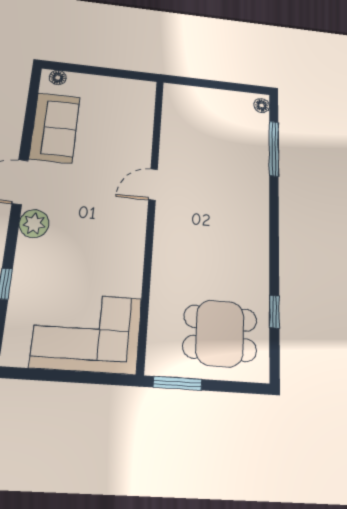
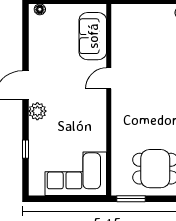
sofa: (55, 128) -> (93, 36), moved, turned 180

